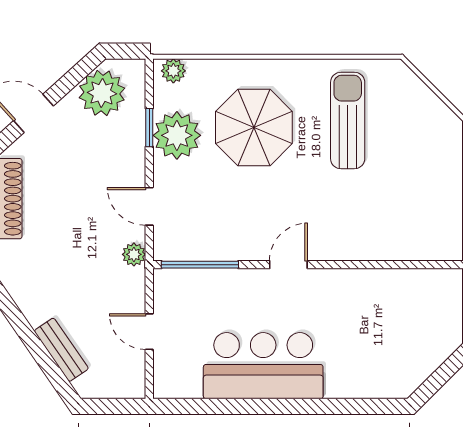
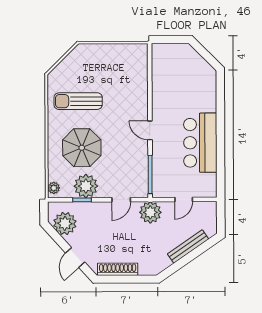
plant: (134, 254) -> (150, 212), width x1.88, depth x1.88
bench: (61, 350) -> (188, 246), width x1.36

